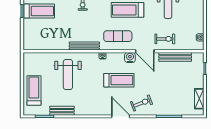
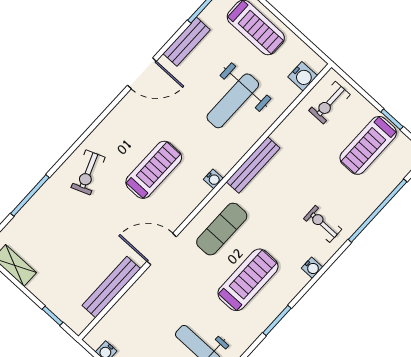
exercise bike: (165, 39) -> (329, 103), moved
water cooler: (130, 57) -> (303, 76), moved
weight bench: (68, 74) -> (233, 101), turned -90
treadmill: (119, 80) -> (154, 170), turned 180
door: (121, 116) -> (142, 73), moved

